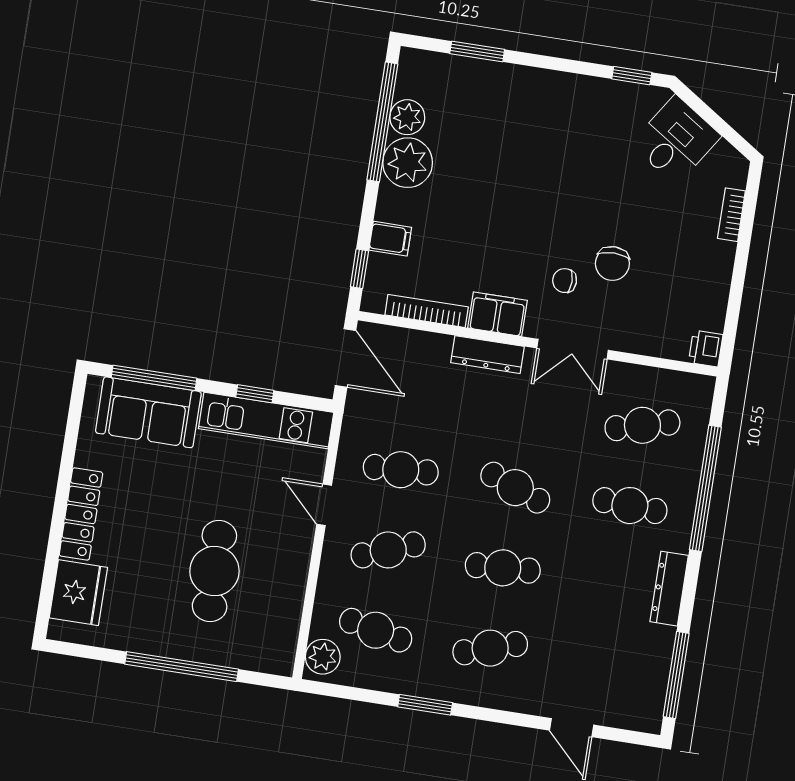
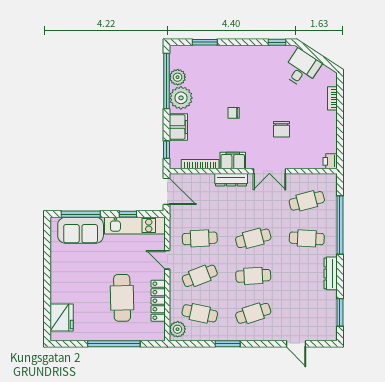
filing cabinet: (390, 239) -> (178, 127), width x2.00
chair: (565, 281) -> (234, 113), moved
cafe table: (515, 488) -> (253, 238), turned -36
locker: (81, 514) -> (158, 301), moved, turned 180
window: (676, 675) -> (340, 312), width x0.69

